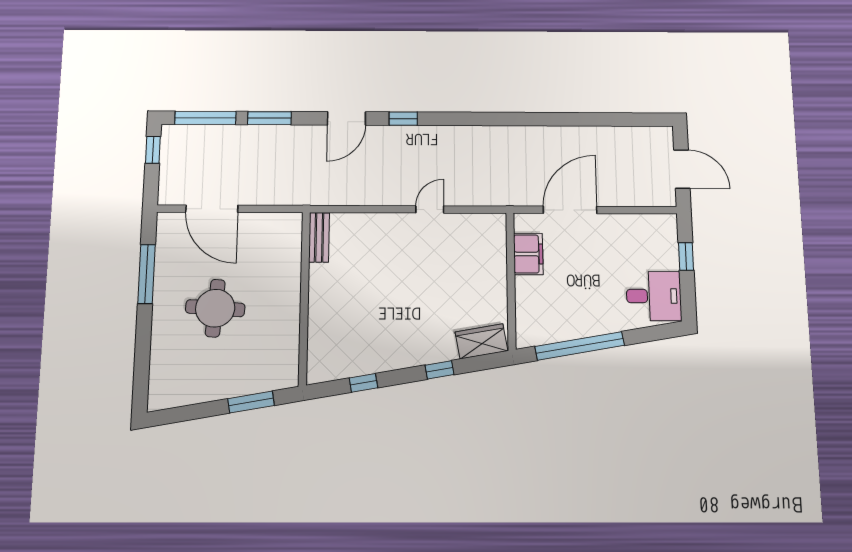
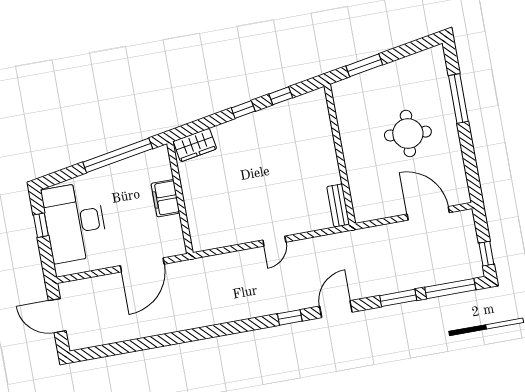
door: (430, 209) -> (274, 241), moved
filing cabinet: (528, 254) -> (165, 198), moved
window: (686, 256) -> (41, 225), moved
window: (146, 274) -> (458, 98), moved
desk: (654, 296) -> (75, 222), width x1.87, depth x1.30
window: (439, 370) -> (243, 110), moved

